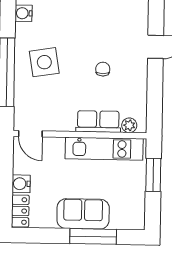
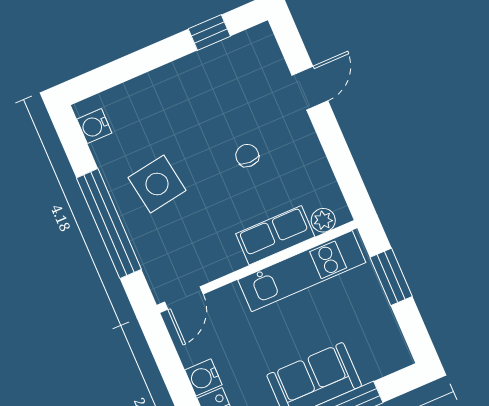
door: (30, 134) -> (184, 298), hinge flipped

